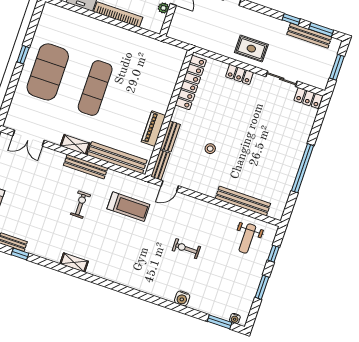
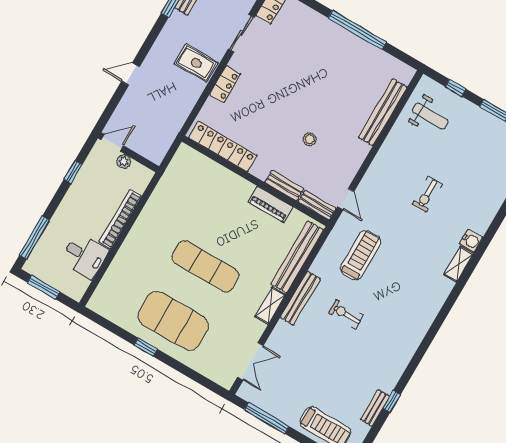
rug: (251, 49) -> (196, 63), turned 90
shelving: (74, 263) -> (459, 264), moved
water cooler: (182, 298) -> (471, 241), moved

